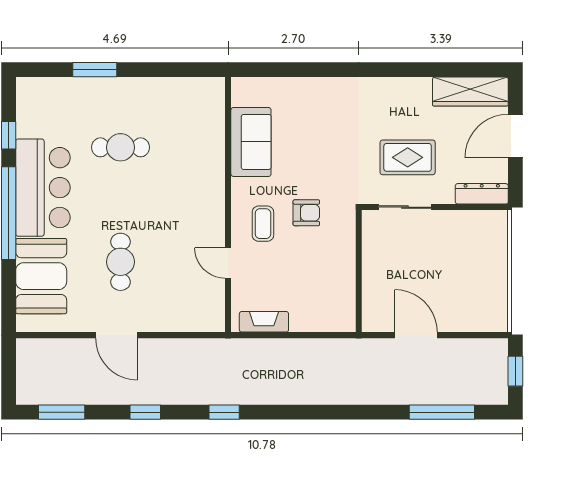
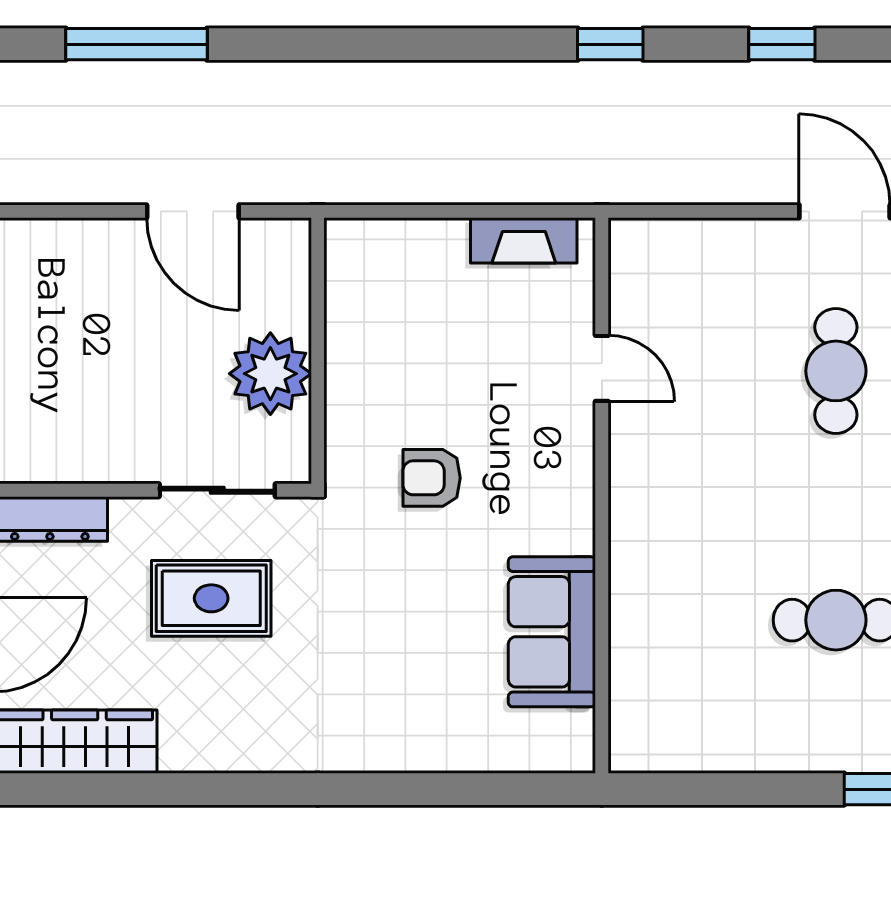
coffee table: (263, 224) -> (526, 454), removed
plant: (380, 261) -> (270, 374), added

